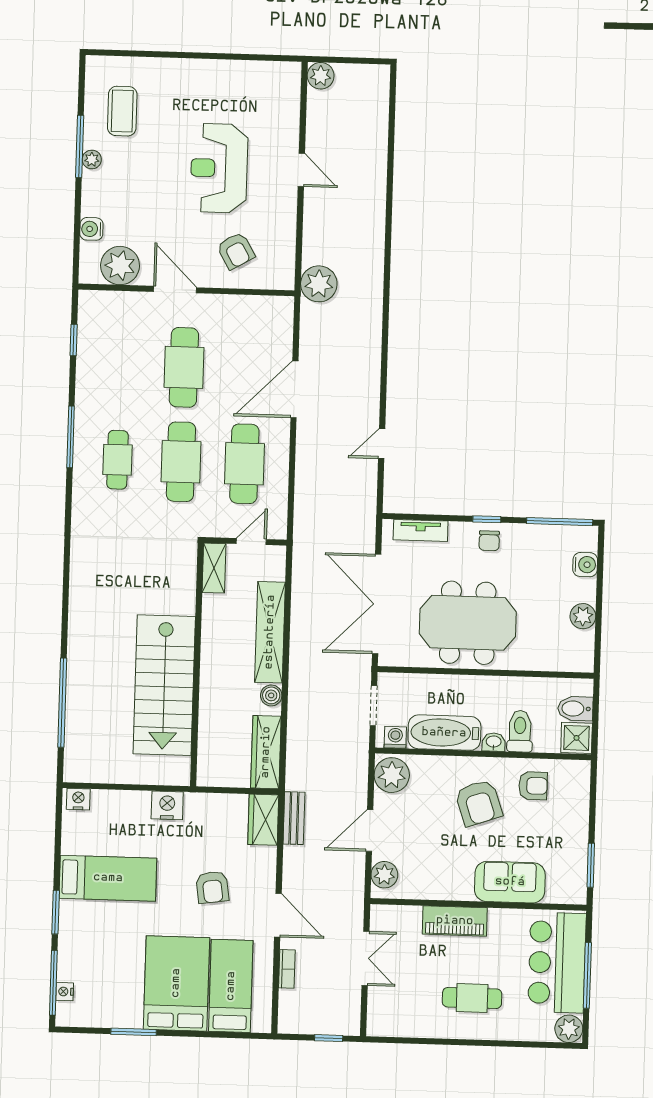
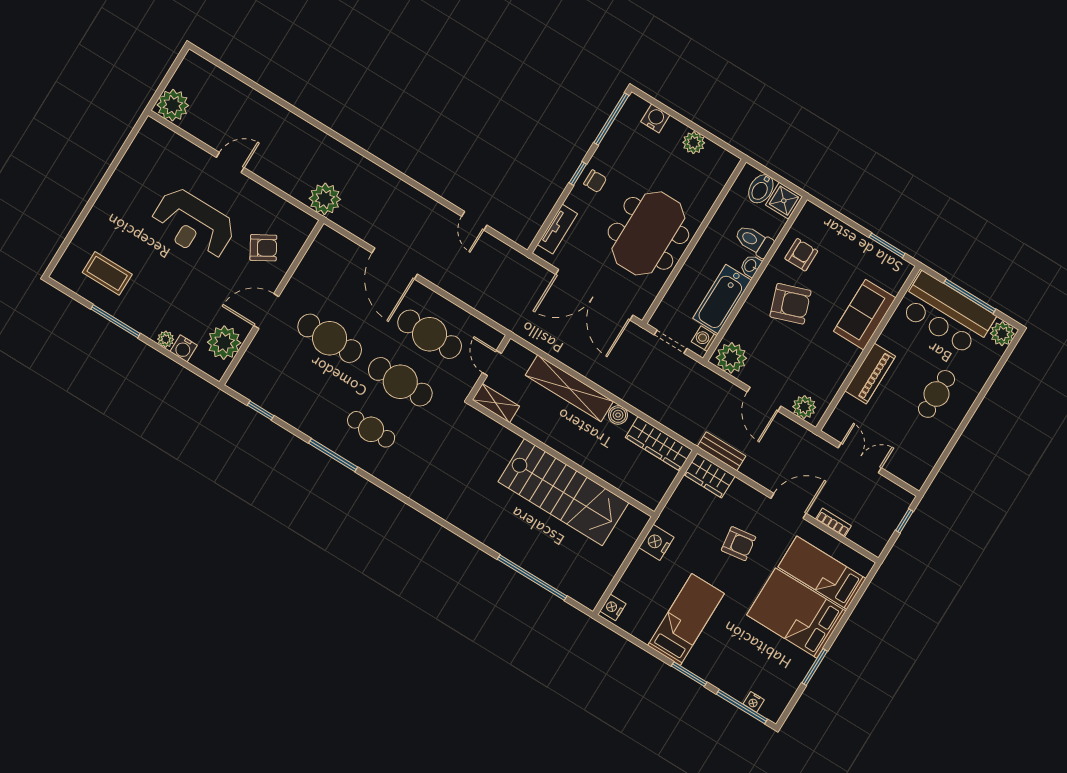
plant: (321, 76) -> (173, 105), width x1.36, depth x1.36
plant: (92, 159) -> (166, 339), moved

